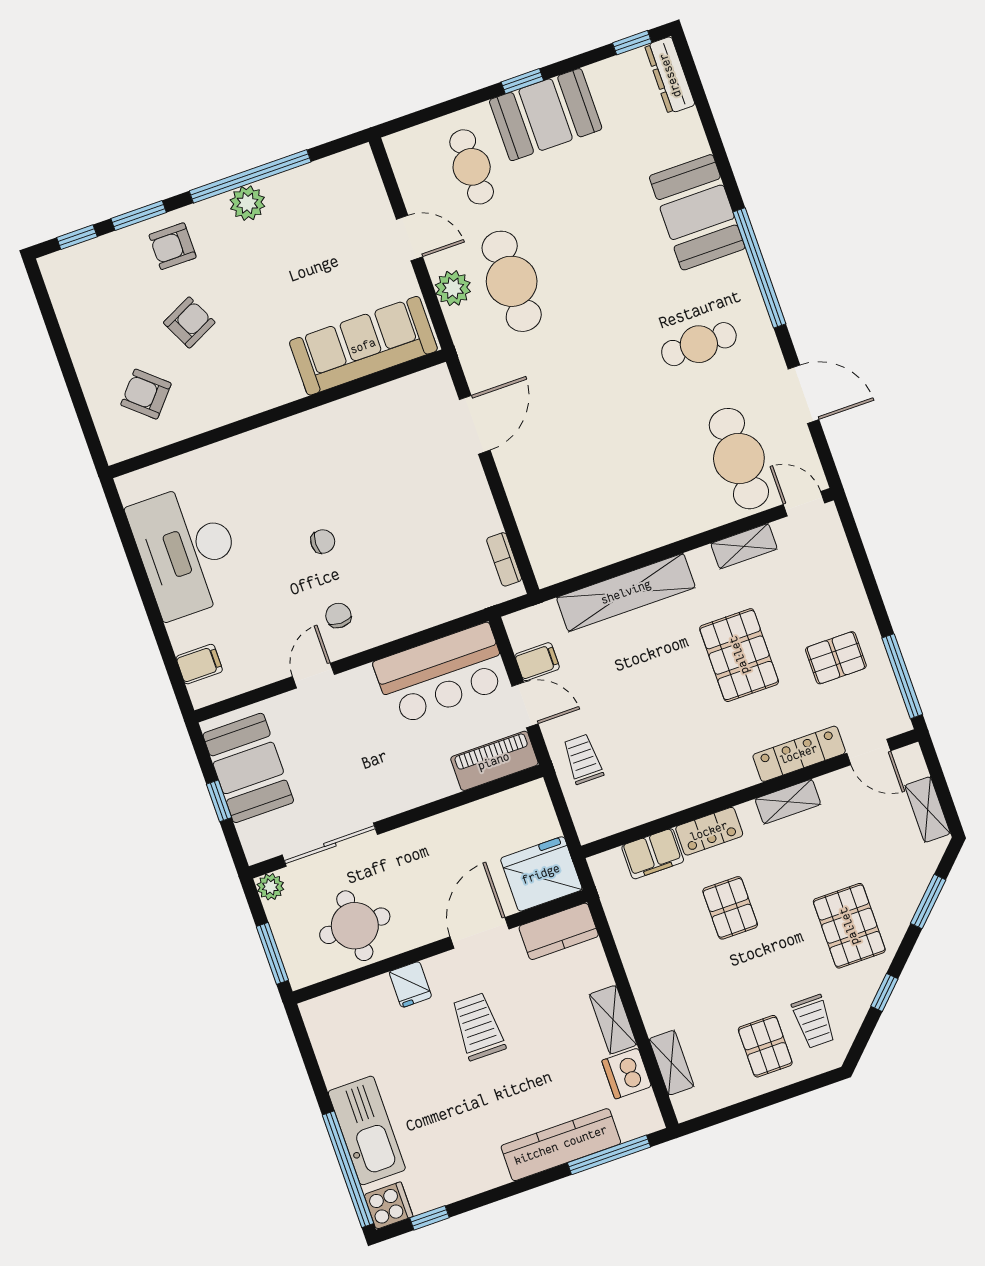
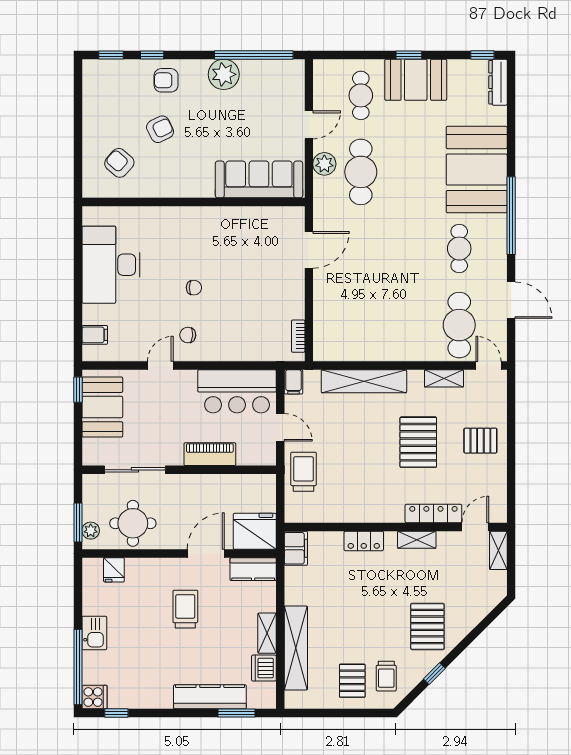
window: (250, 176) -> (254, 55), moved
plant: (247, 203) -> (224, 74), width x1.36, depth x1.36
booth: (697, 212) -> (477, 170), width x1.36, depth x1.42
window: (139, 216) -> (152, 55), width x0.67
door: (409, 238) -> (309, 125), hinge flipped
cafe table: (699, 344) -> (459, 249), turned 90
chair: (338, 616) -> (188, 335), turned -86
pallet: (836, 658) -> (480, 441), moved
filing cabinet: (537, 662) -> (293, 382), moved, turned 90
window: (902, 676) -> (511, 489), removed
door: (869, 752) -> (475, 527), swing flipped
trolley: (583, 759) -> (304, 472), width x1.36, depth x1.39
piano: (494, 761) -> (210, 454), moved
window: (219, 801) -> (78, 390), moved
shelving: (928, 809) -> (498, 550), moved
filing cabinet: (653, 854) -> (296, 548), moved, turned -90
plant: (270, 887) -> (91, 531), moved
window: (928, 902) -> (480, 629), removed
pallet: (730, 908) -> (360, 591), removed
fridge: (410, 984) -> (114, 570), moved
shelving: (671, 1063) -> (296, 648), width x2.20, depth x1.33
kitchen sink: (367, 1130) -> (94, 633), width x0.53, depth x0.81
window: (609, 1155) -> (236, 713), width x0.69

